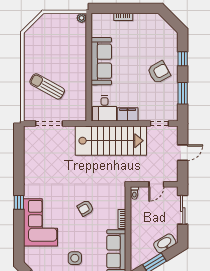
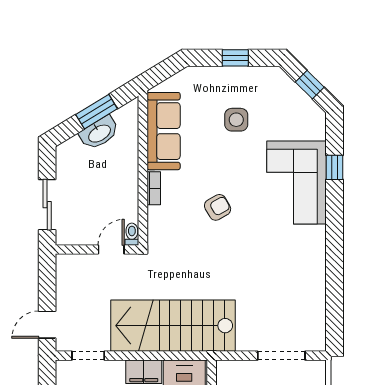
door: (183, 153) -> (47, 325), moved
door: (156, 184) -> (111, 249), moved
window: (19, 202) -> (334, 167), moved
washbasin: (165, 243) -> (99, 133), moved

